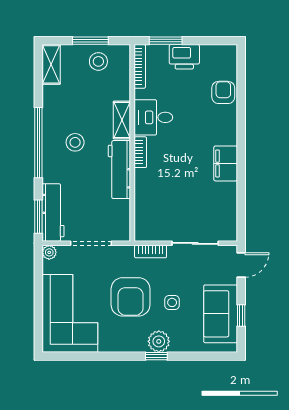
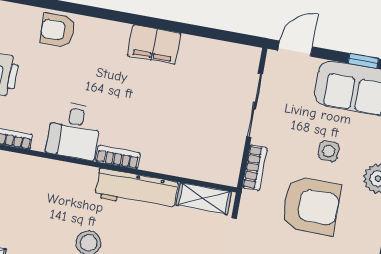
shelving: (122, 120) -> (204, 198), moved
door: (241, 265) -> (295, 49), hinge flipped

